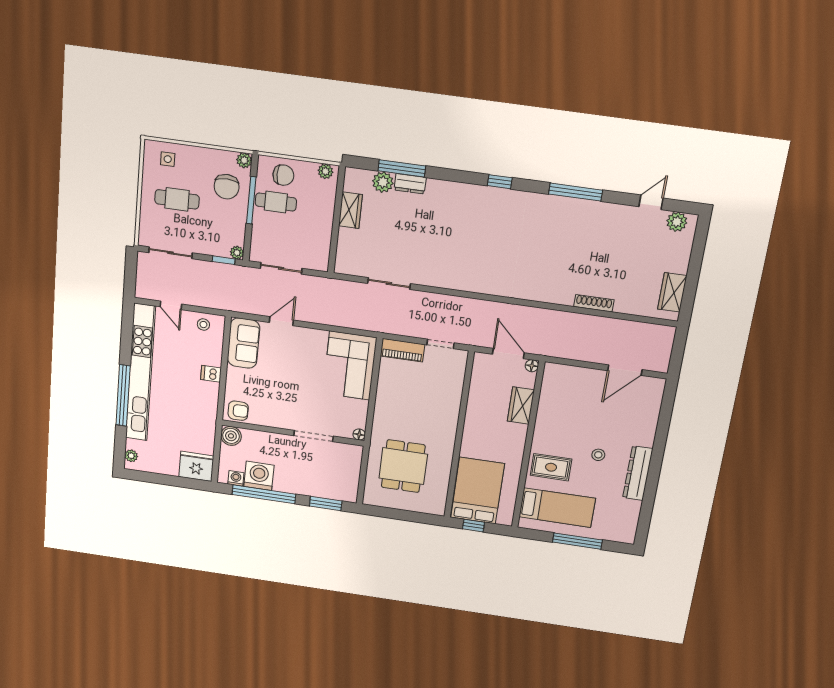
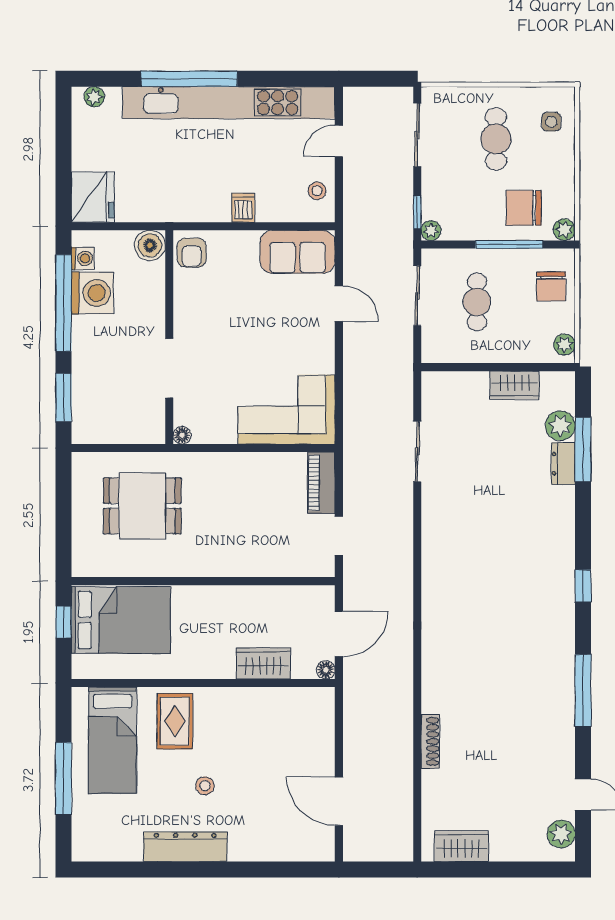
cafe table: (276, 202) -> (477, 302), moved

